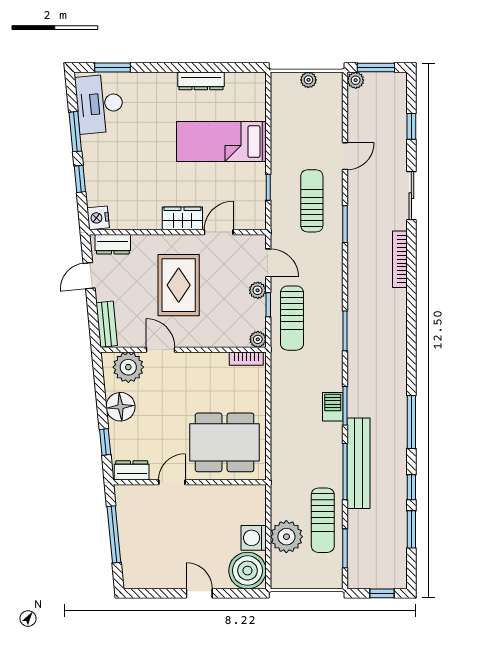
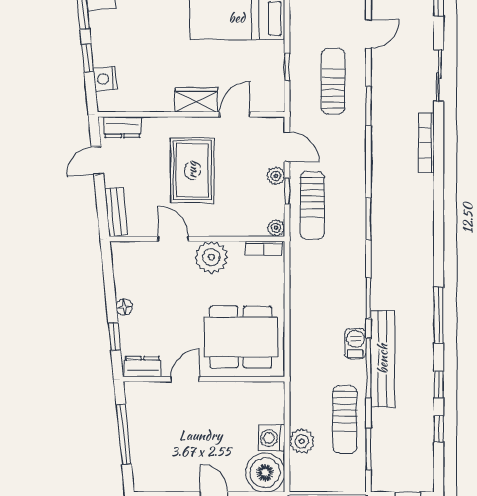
nightstand: (98, 218) -> (105, 79), moved
plant: (128, 367) -> (211, 257), moved
floor lamp: (120, 407) -> (124, 307), width x0.53, depth x0.53
barbecue: (333, 407) -> (355, 344), moved
window: (411, 529) -> (439, 429), width x0.67
plant: (286, 537) -> (302, 441), width x0.73, depth x0.73

